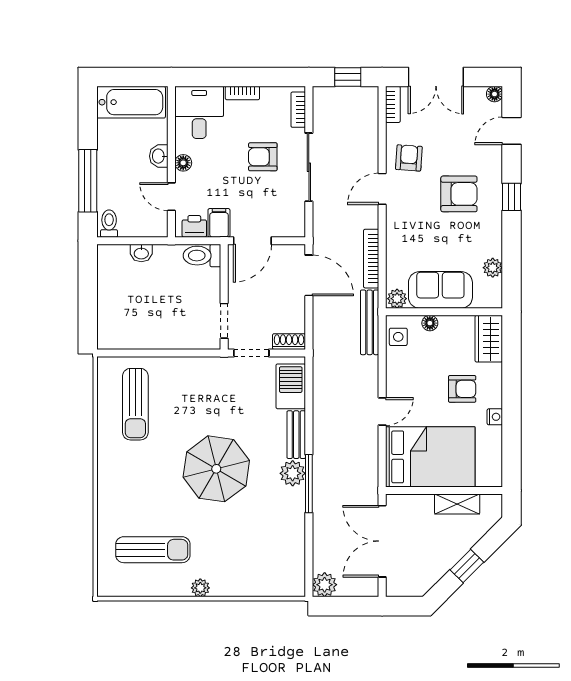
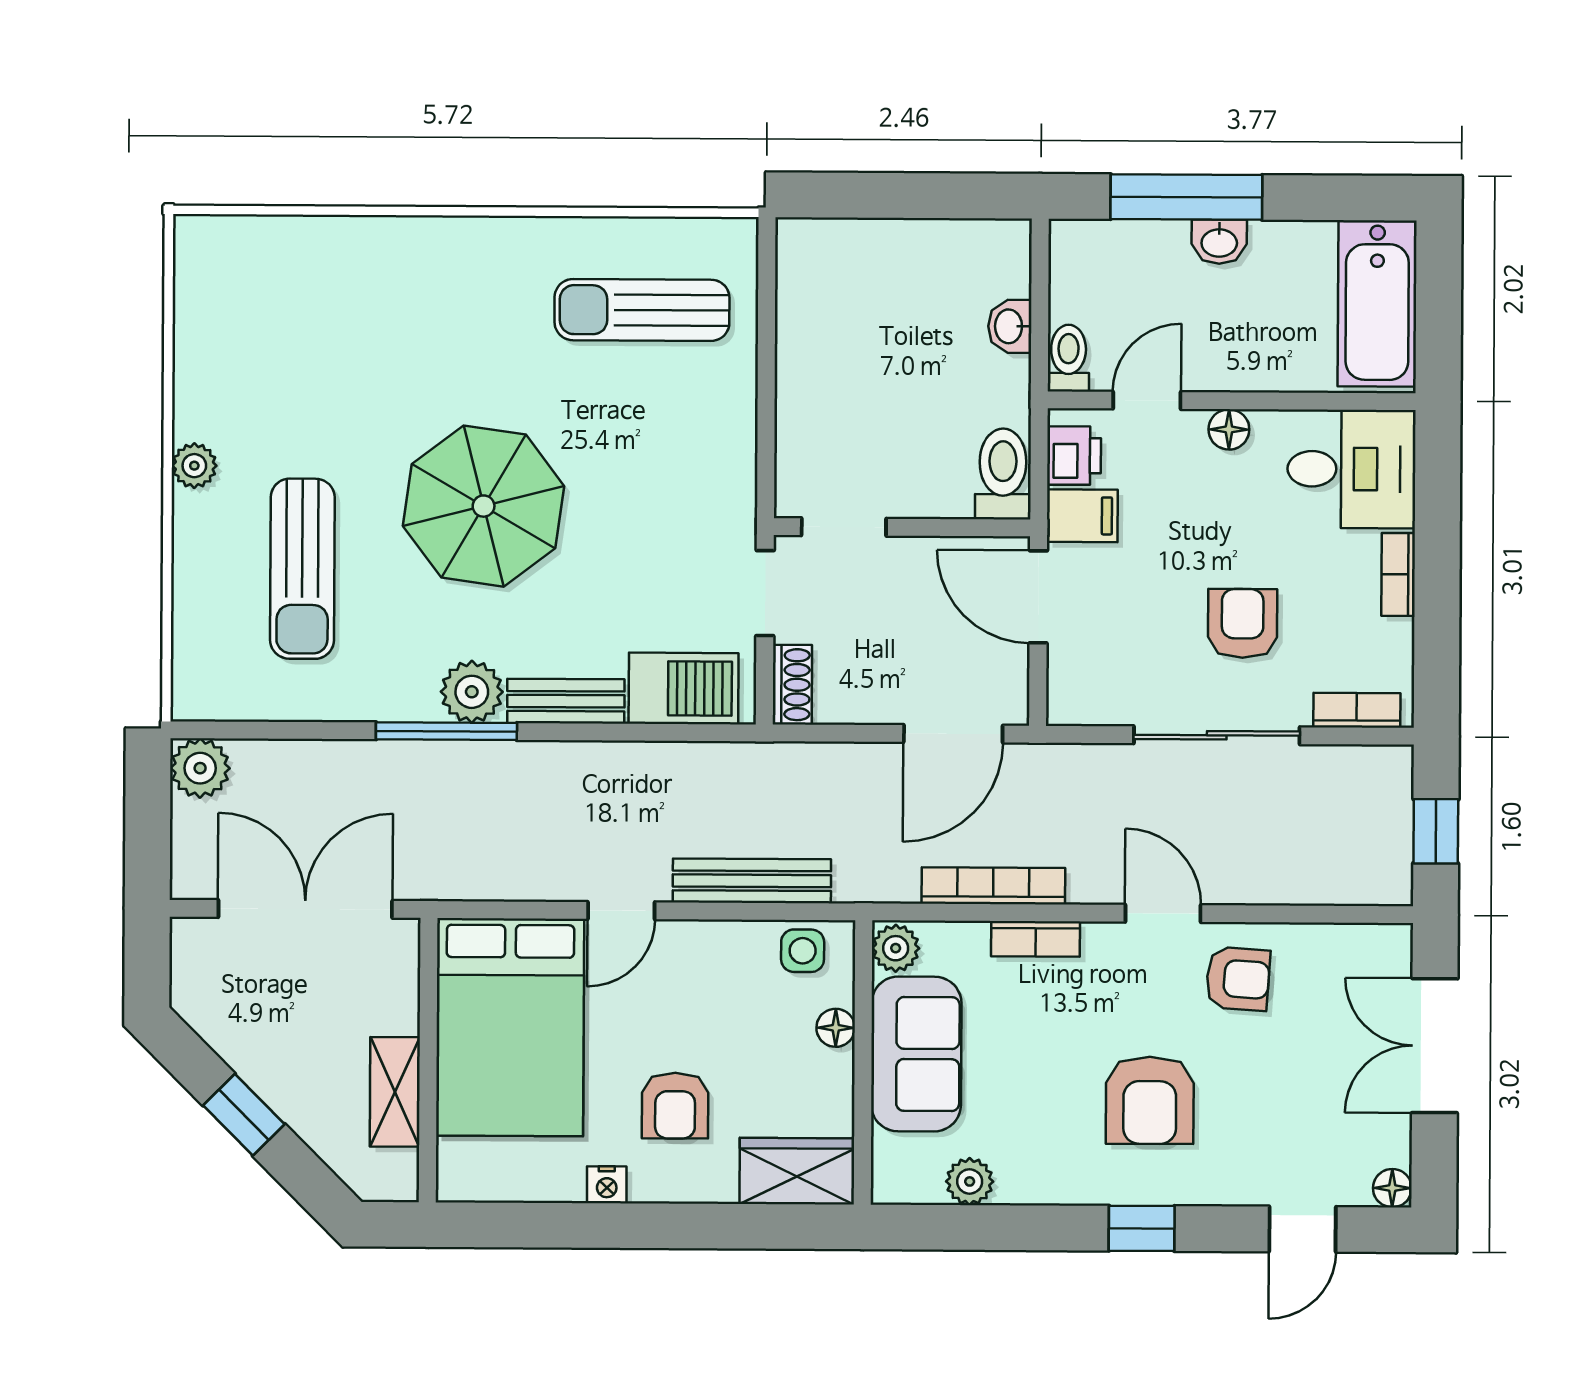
bookcase: (393, 104) -> (1035, 939), moved
door: (512, 131) -> (1302, 1229), swing flipped
washbasin: (159, 156) -> (1219, 242), moved, turned 180
toilet: (109, 224) -> (1068, 358), moved, turned -90
bench: (370, 322) -> (752, 881), moved
door: (382, 411) -> (621, 911), hinge flipped
sun lounger: (153, 550) -> (302, 569), moved

